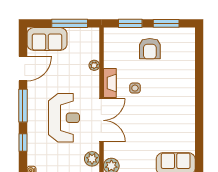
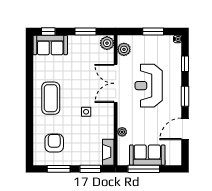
sofa: (47, 39) -> (147, 155), moved
armchair: (150, 49) -> (54, 143), moved
fireplace: (110, 83) -> (108, 152), moved
coffee table: (175, 103) -> (51, 98), added
window: (23, 106) -> (185, 96), width x0.69

